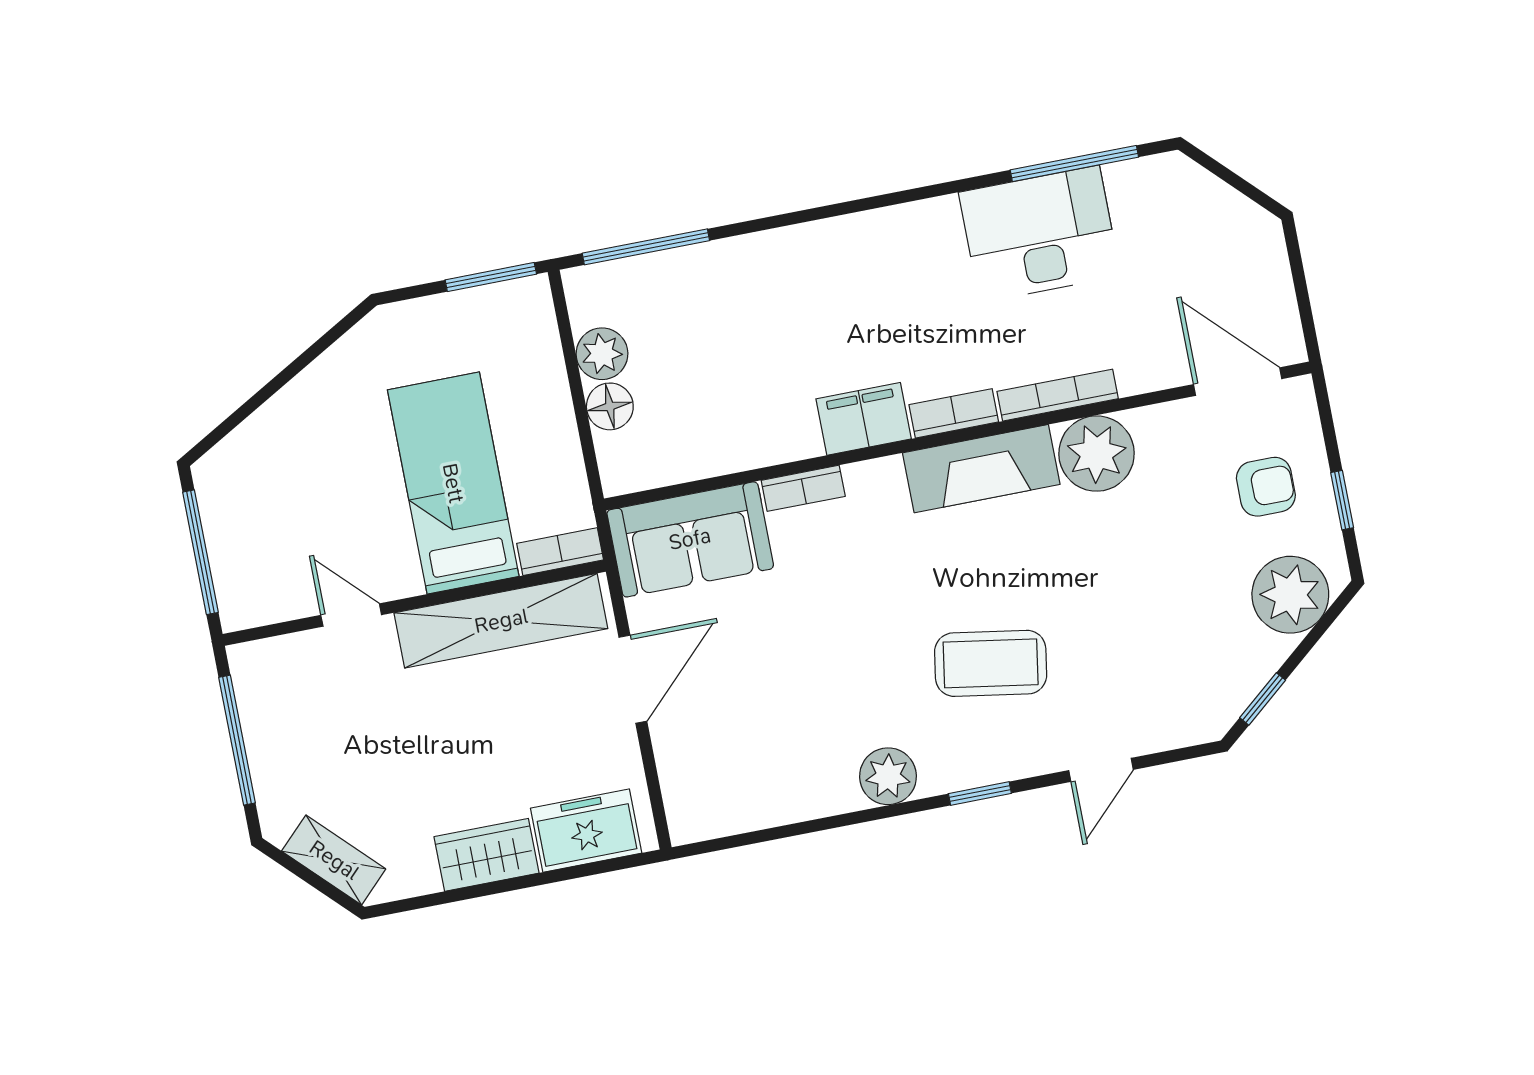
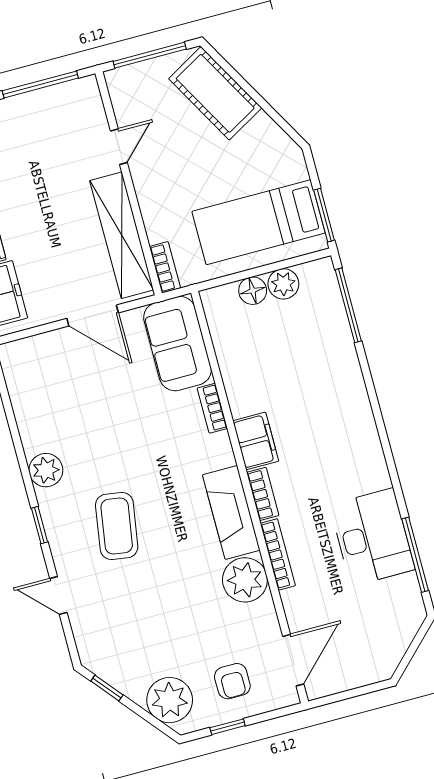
cot: (273, 446) -> (215, 93), added
bed: (453, 483) -> (259, 222), moved, turned 180

